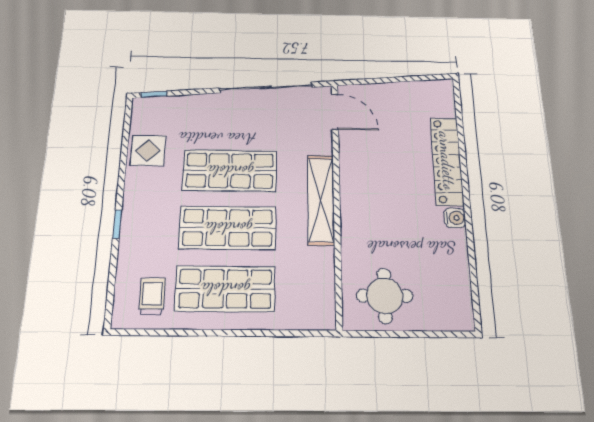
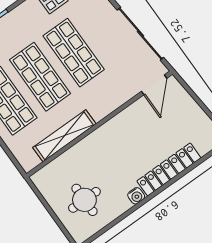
shelving: (321, 200) -> (64, 136), moved
round table: (385, 296) -> (84, 200), moved

